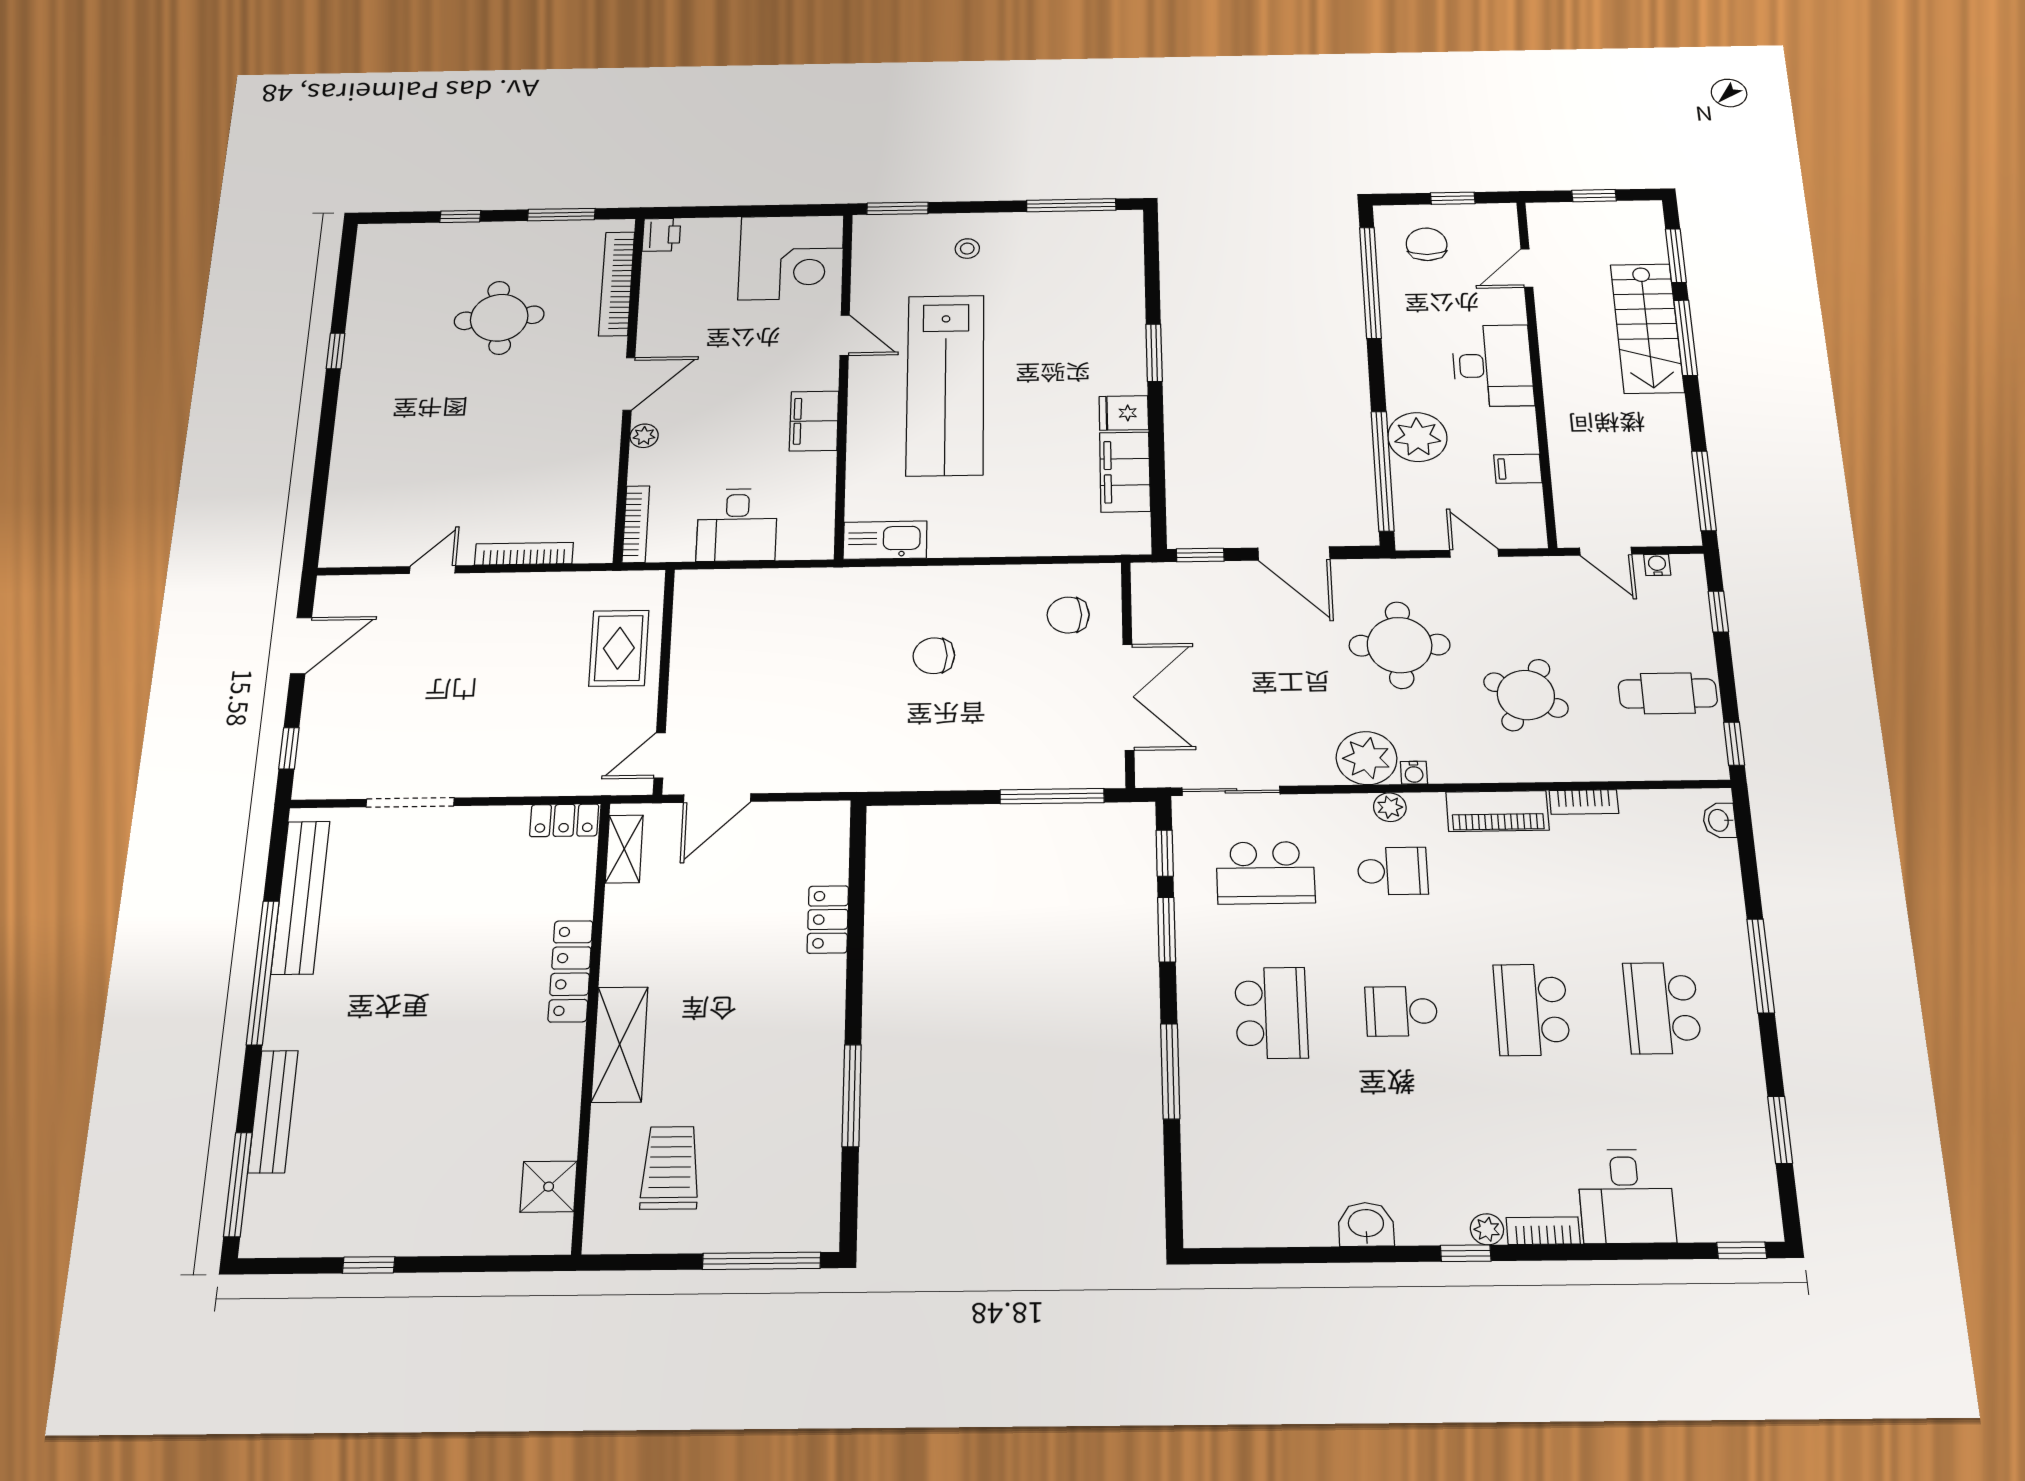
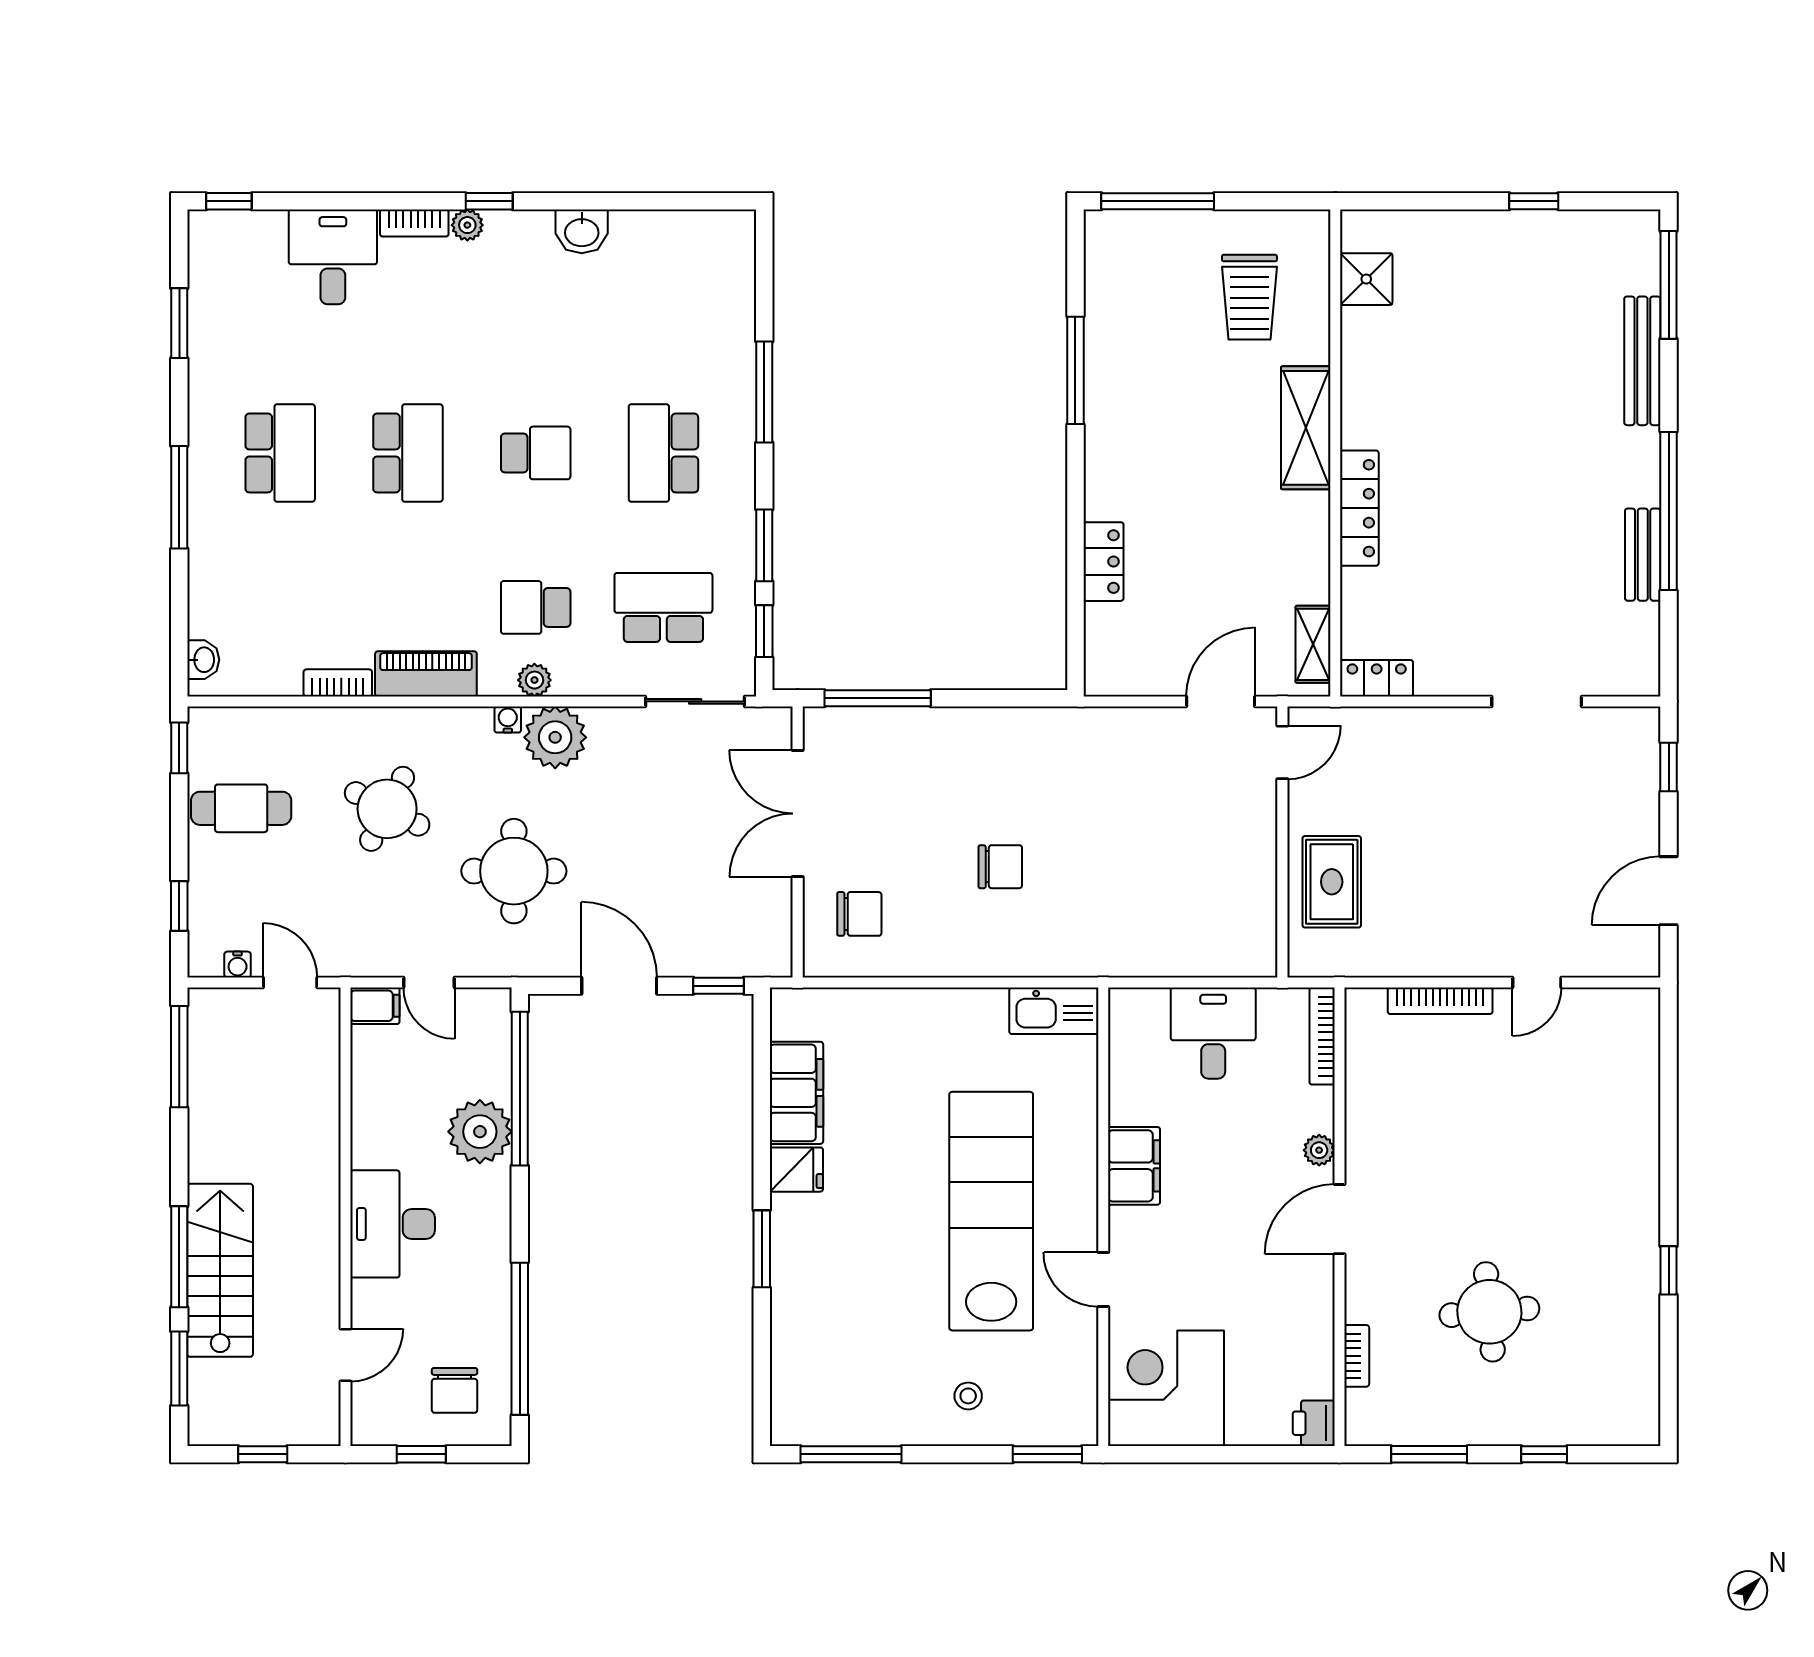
bookcase: (617, 284) -> (1357, 1356), width x0.43, depth x0.76
filing cabinet: (1518, 469) -> (375, 1006), moved
bench: (301, 897) -> (1643, 555), width x0.54, depth x0.82

